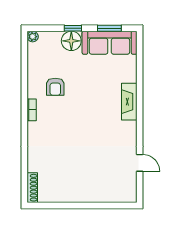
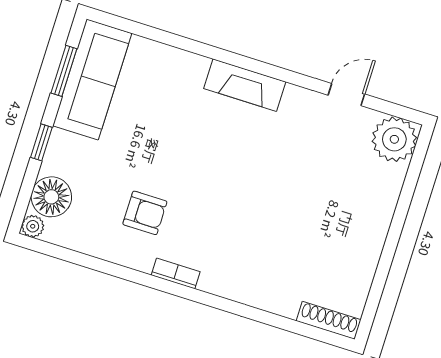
floor lamp: (71, 41) -> (51, 197), moved
fireplace: (129, 102) -> (245, 85), moved
plant: (126, 192) -> (394, 139), added

